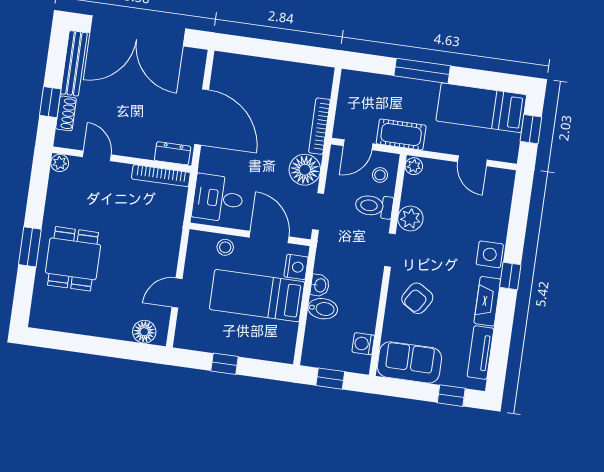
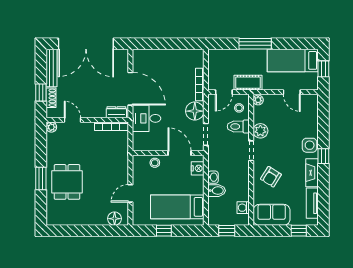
desk: (218, 198) -> (147, 118), moved
bed: (257, 296) -> (177, 207), moved

